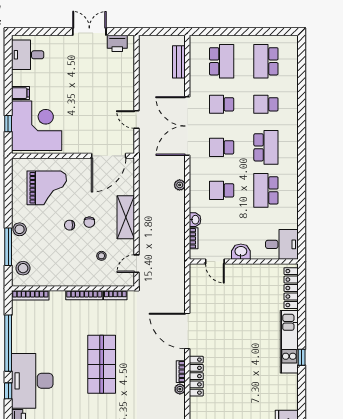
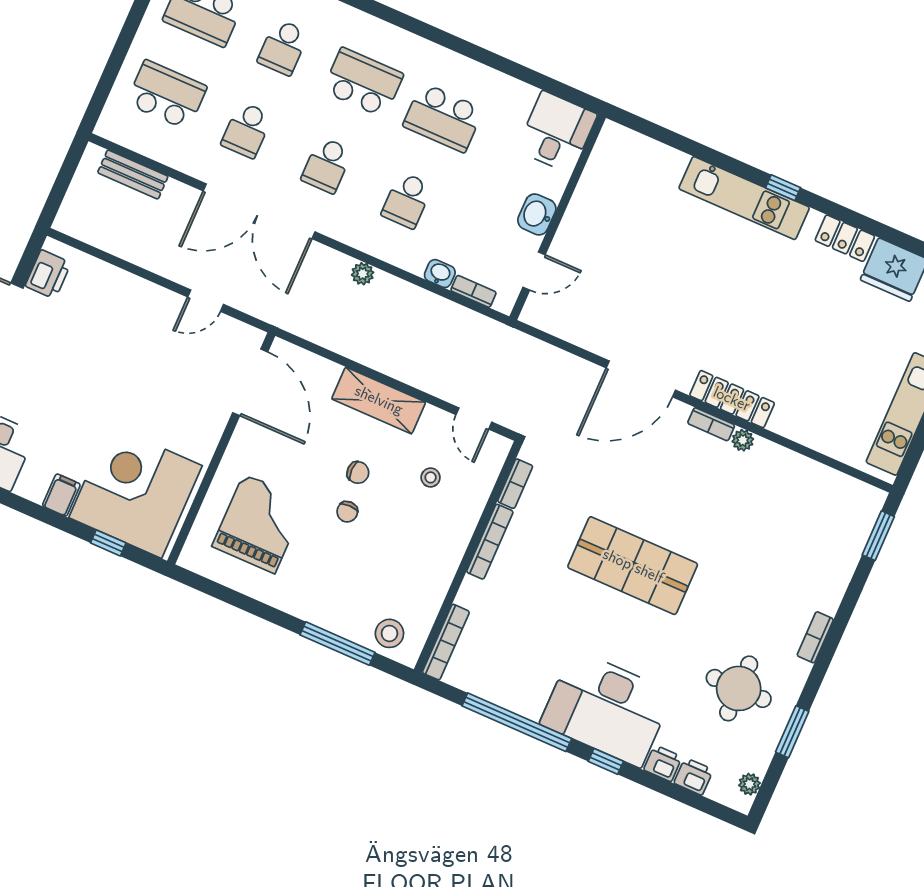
stool: (20, 229) -> (314, 608), removed
locker: (291, 288) -> (845, 238), moved, width x0.66

